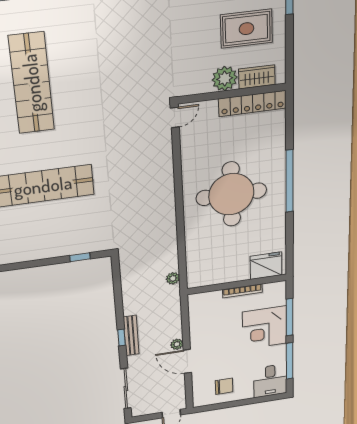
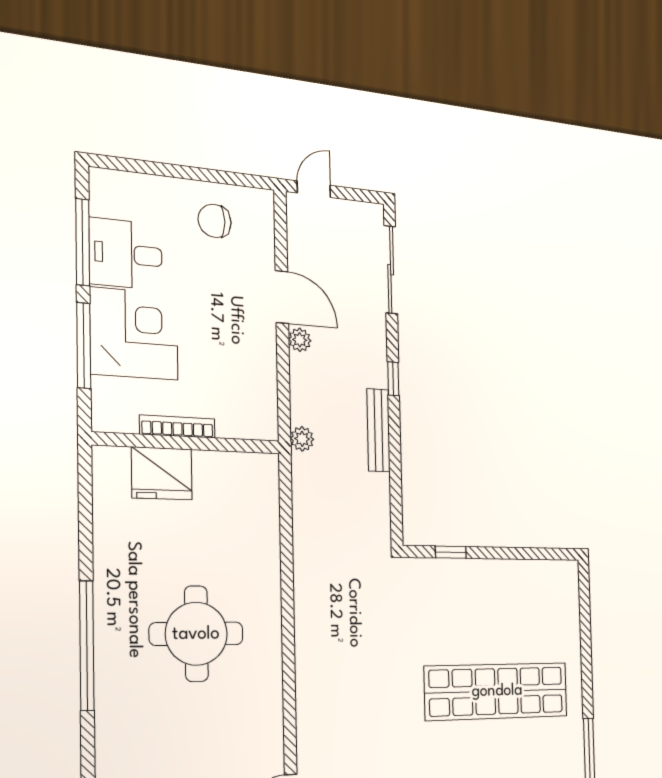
round table: (231, 194) -> (196, 634), width x0.73, depth x0.73
fridge: (266, 266) -> (162, 473), moved
plant: (173, 278) -> (302, 439), moved
bench: (131, 335) -> (378, 430), moved
desk: (270, 381) -> (126, 254), moved, turned -90

